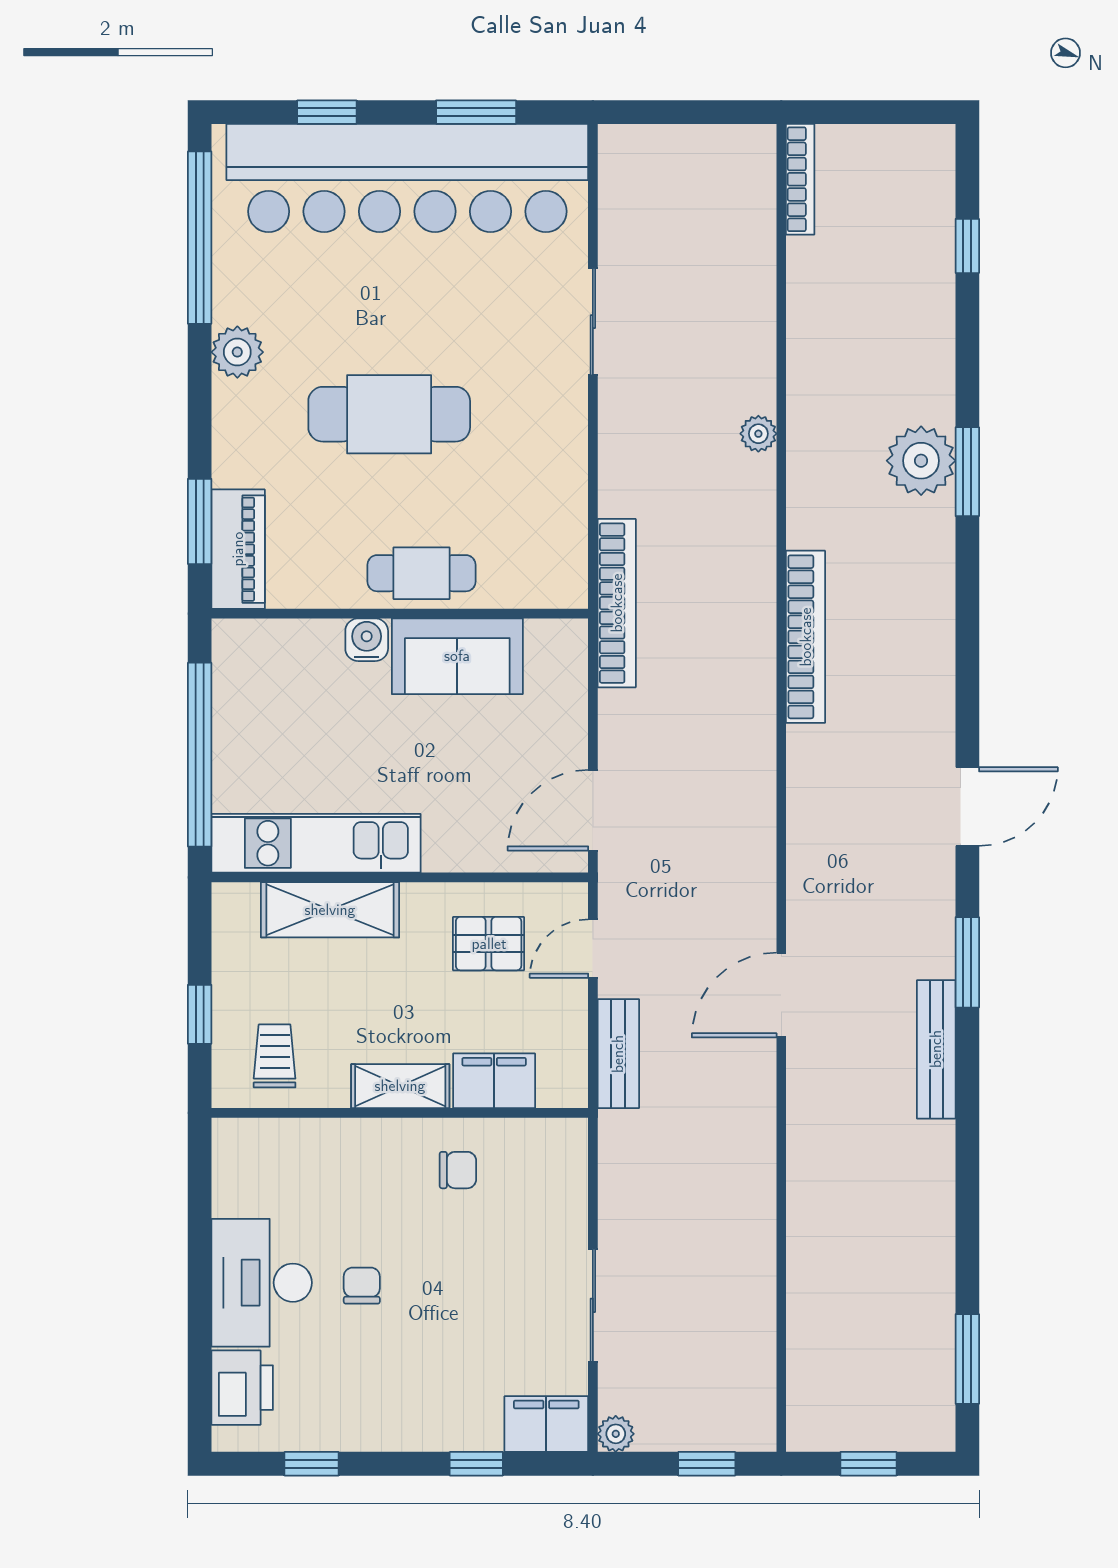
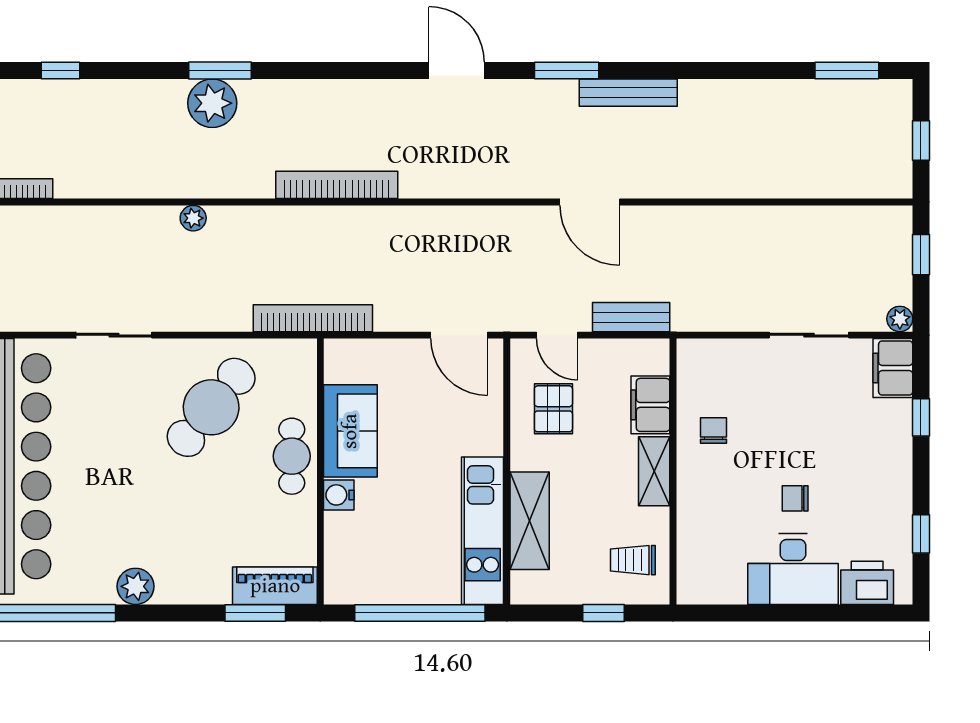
cafe table: (389, 414) -> (211, 407), moved, turned 39

